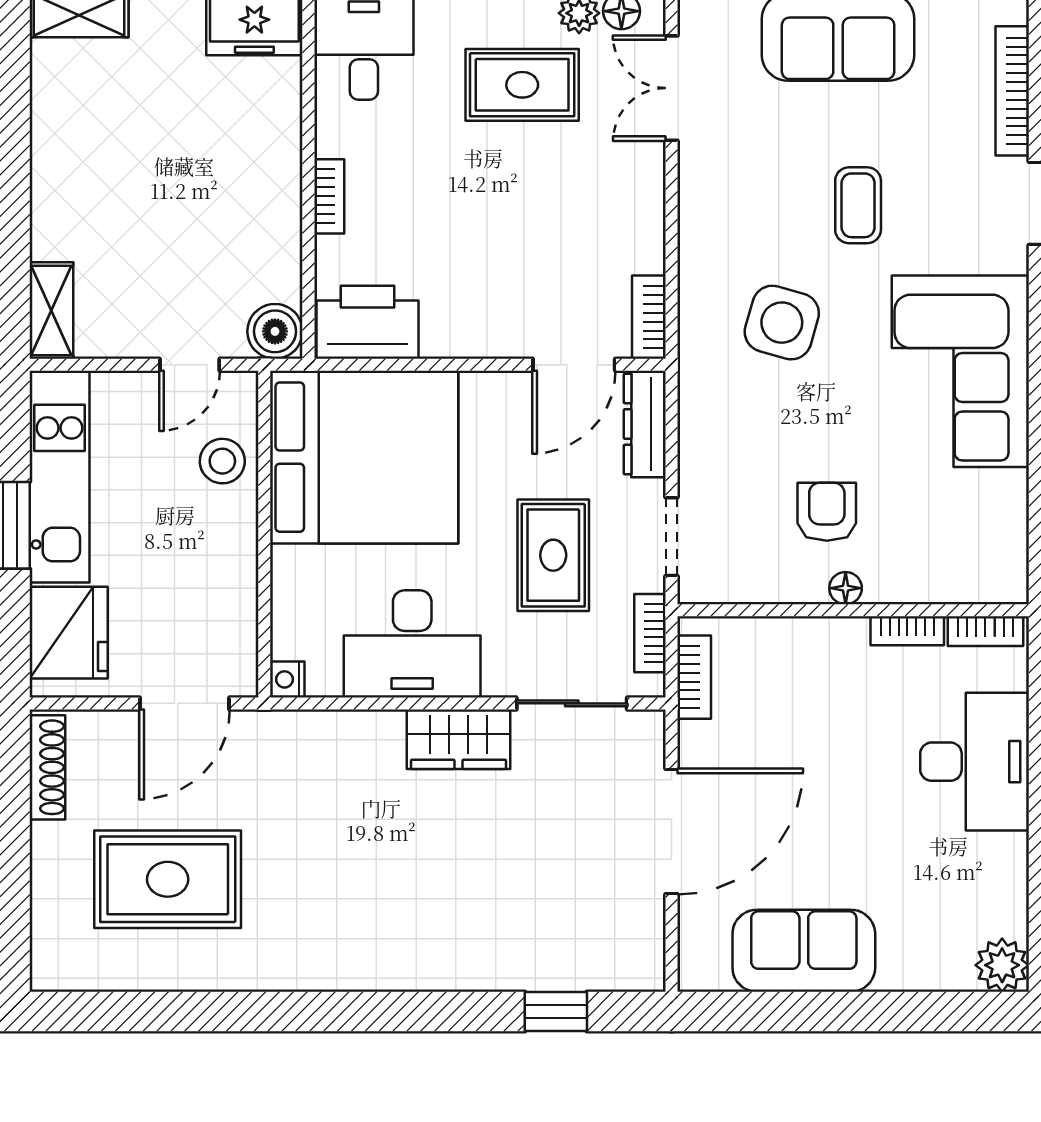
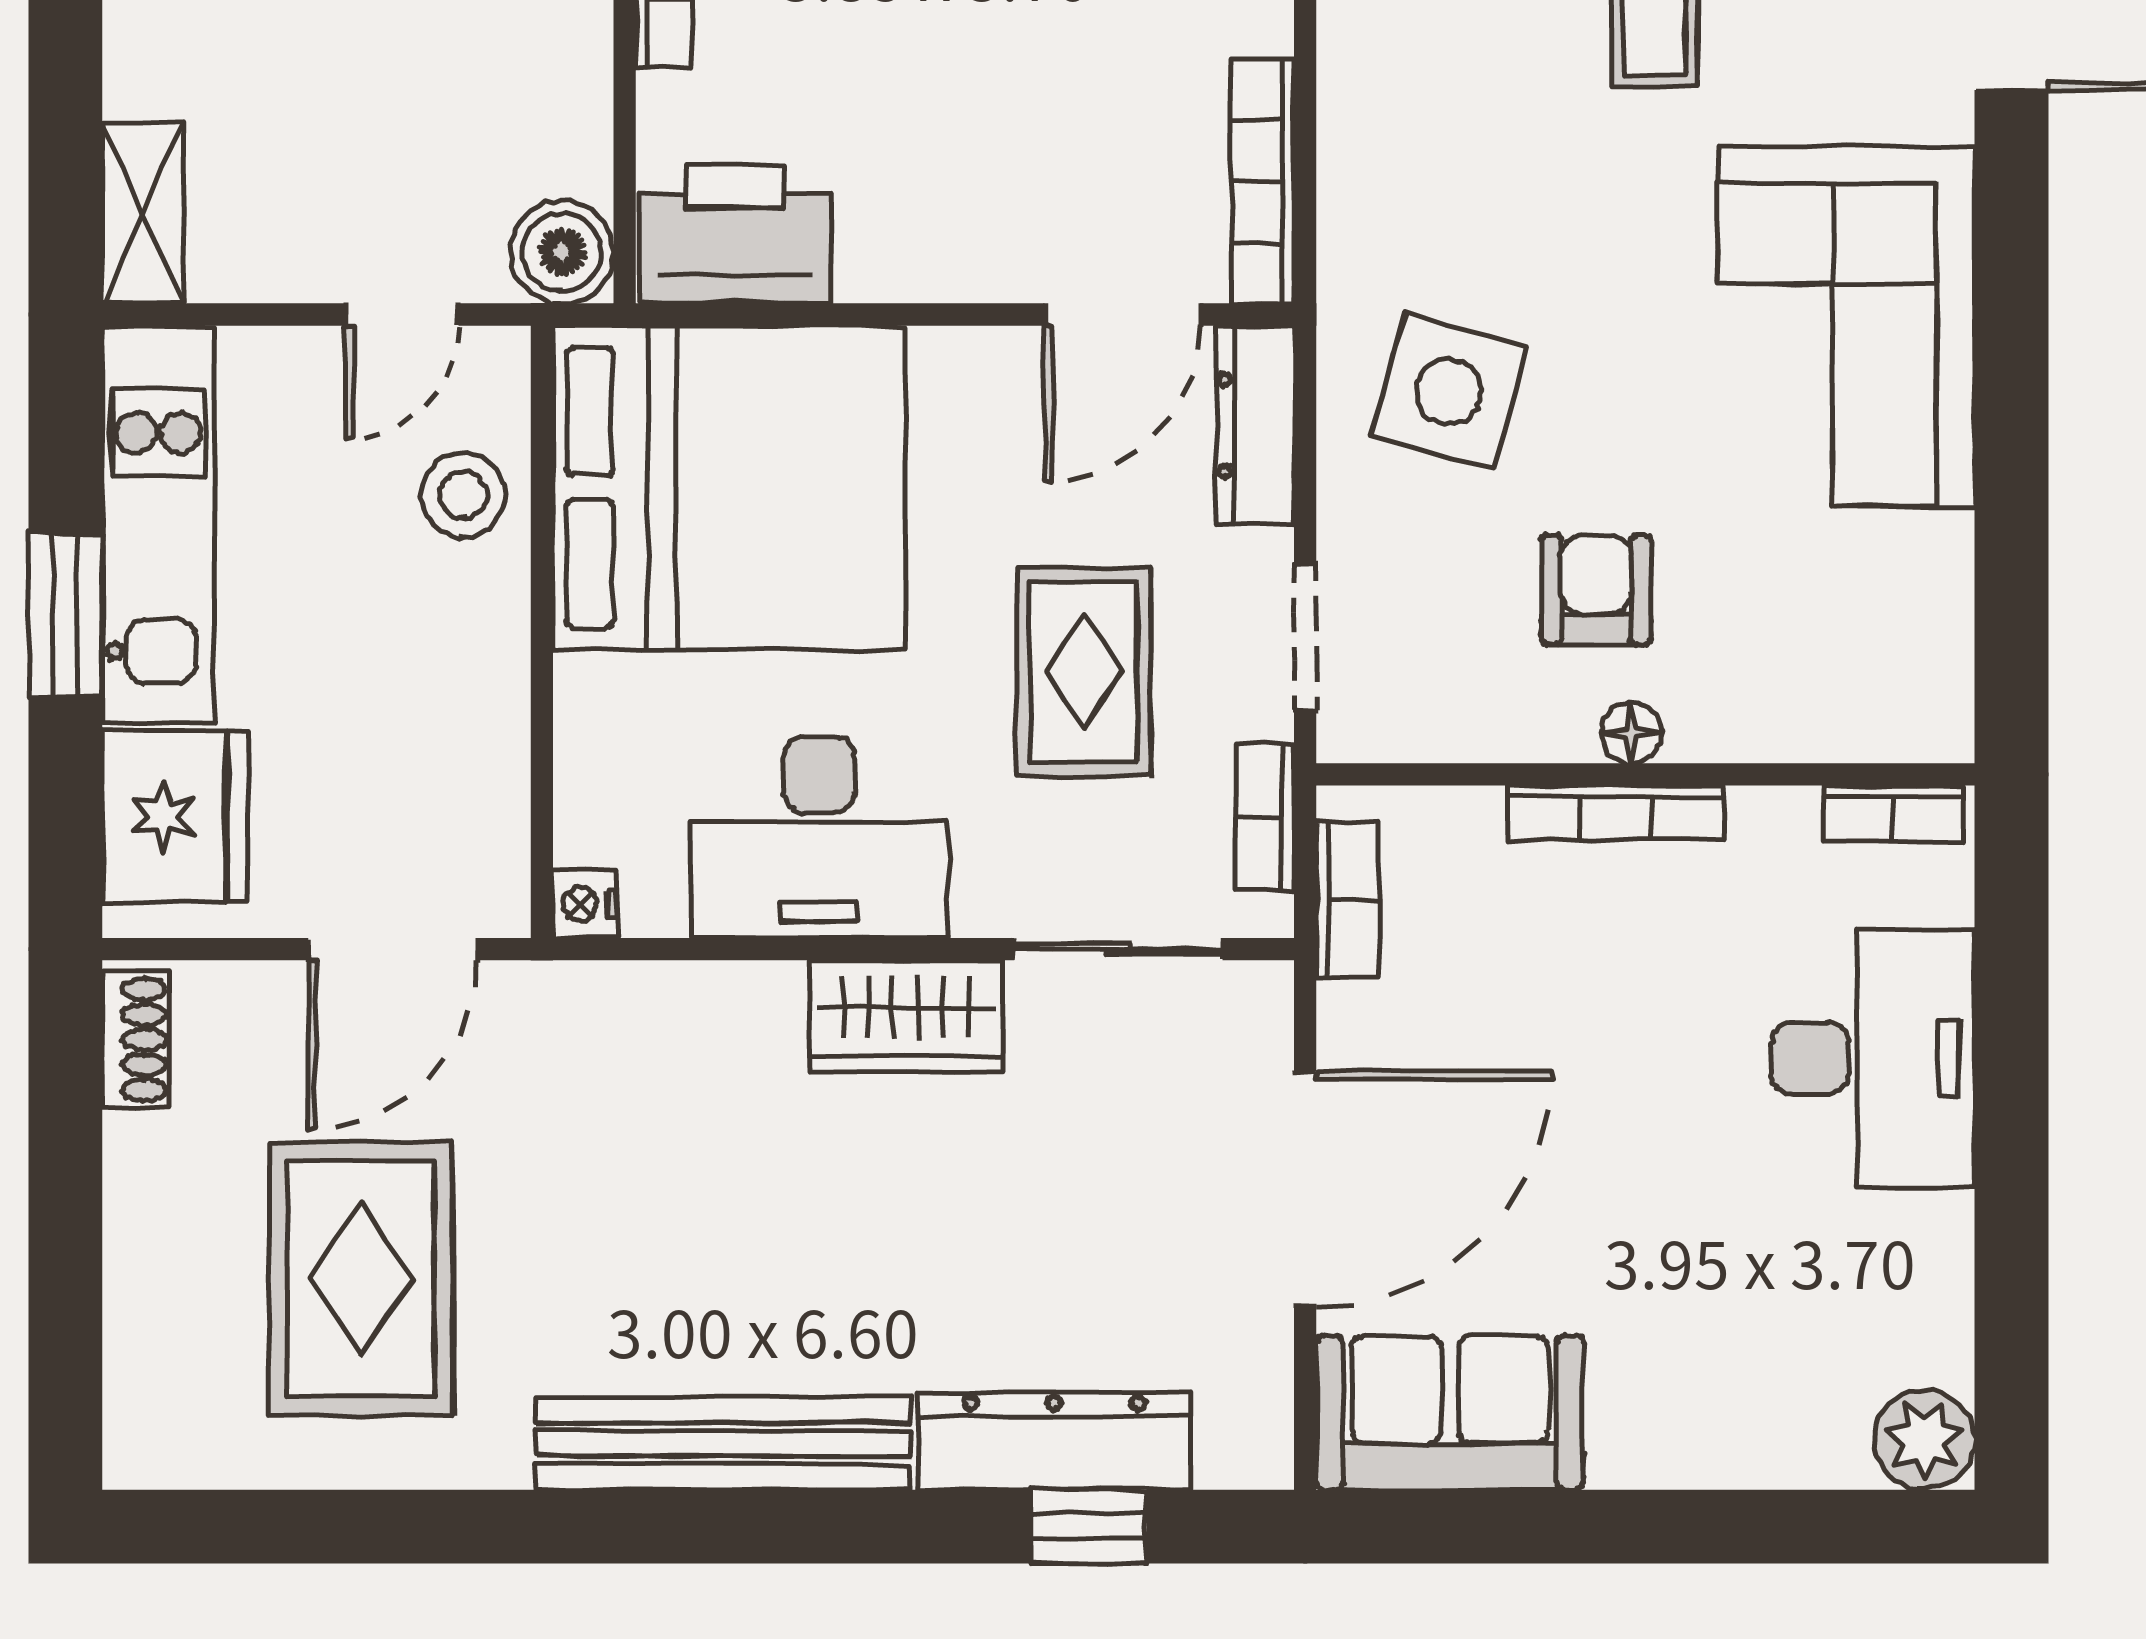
bookcase: (649, 317) -> (1263, 181), width x1.56
side table: (782, 323) -> (1449, 391), moved
bookcase: (907, 631) -> (1616, 813), moved, width x1.56
shoe rack: (47, 767) -> (135, 1040), width x0.70
rug: (168, 879) -> (361, 1279), turned 90
sofa: (804, 951) -> (1450, 1413), moved
dresser: (538, 966) -> (1054, 1441), added
bench: (361, 967) -> (723, 1443), added

